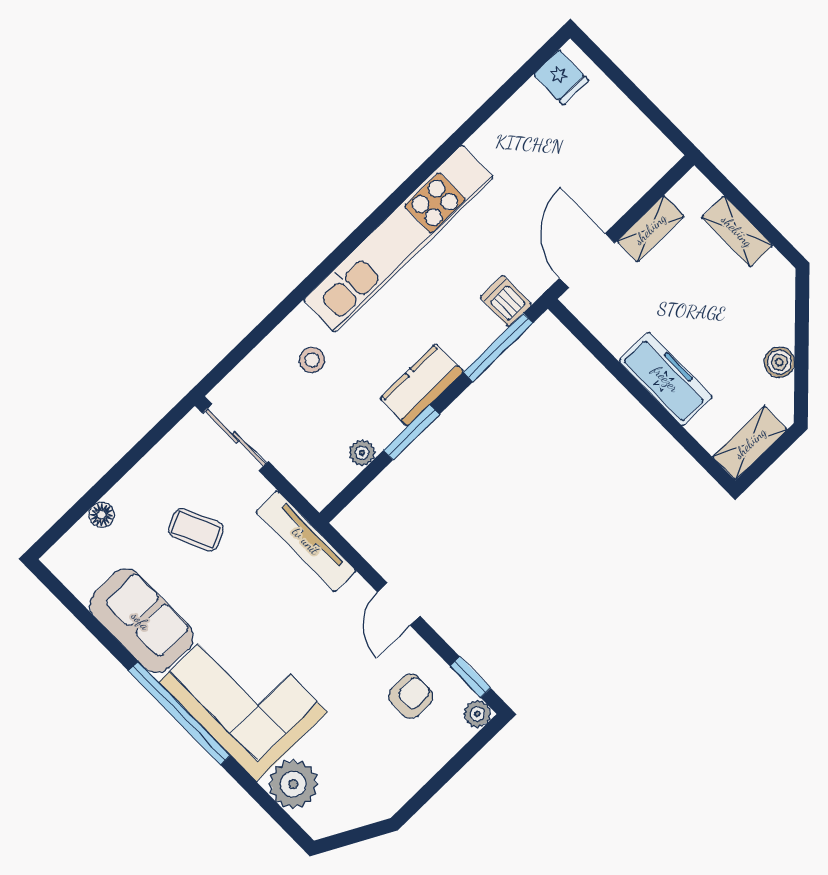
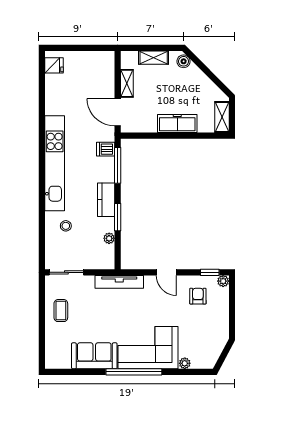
boiler: (779, 362) -> (184, 61), moved
floor lamp: (102, 515) -> (50, 336), removed
coffee table: (196, 530) -> (61, 311), moved, turned -65
plant: (293, 784) -> (185, 363), width x0.53, depth x0.53

